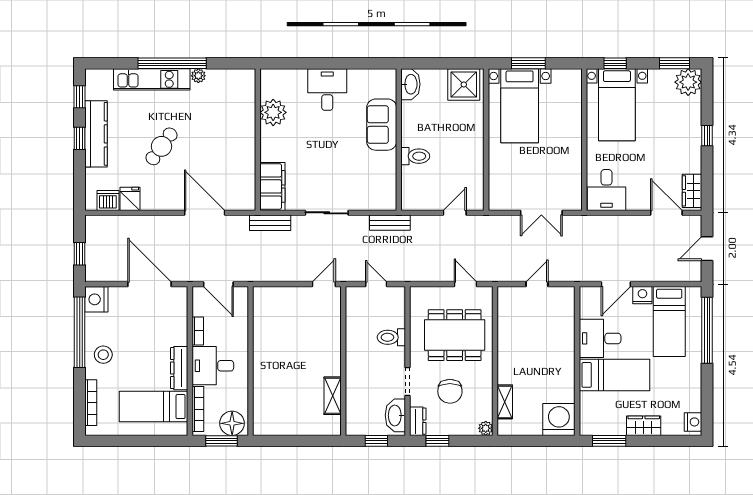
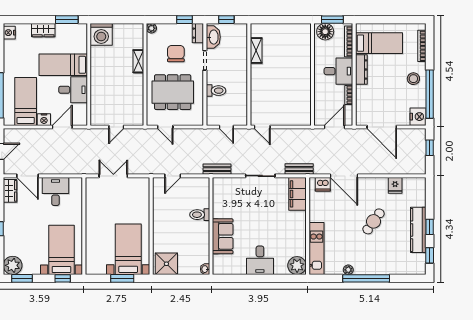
kitchen unit: (152, 79) -> (316, 249), moved, turned 90
washbasin: (410, 84) -> (205, 269), width x0.52, depth x0.69
plant: (273, 112) -> (297, 266), moved
desk: (606, 190) -> (56, 191), moved
dishwasher: (108, 201) -> (323, 184), moved
door: (218, 284) -> (335, 127), hinge flipped
door: (324, 284) -> (262, 127), hinge flipped
shelving: (505, 402) -> (138, 61), moved

